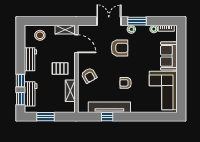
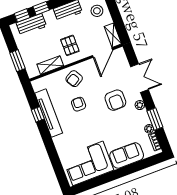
window: (137, 21) -> (155, 119), moved
armchair: (126, 83) -> (79, 104), moved
window: (46, 117) -> (17, 61), moved

